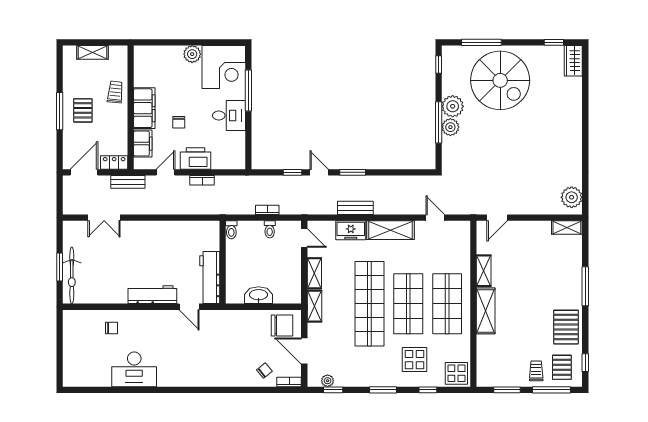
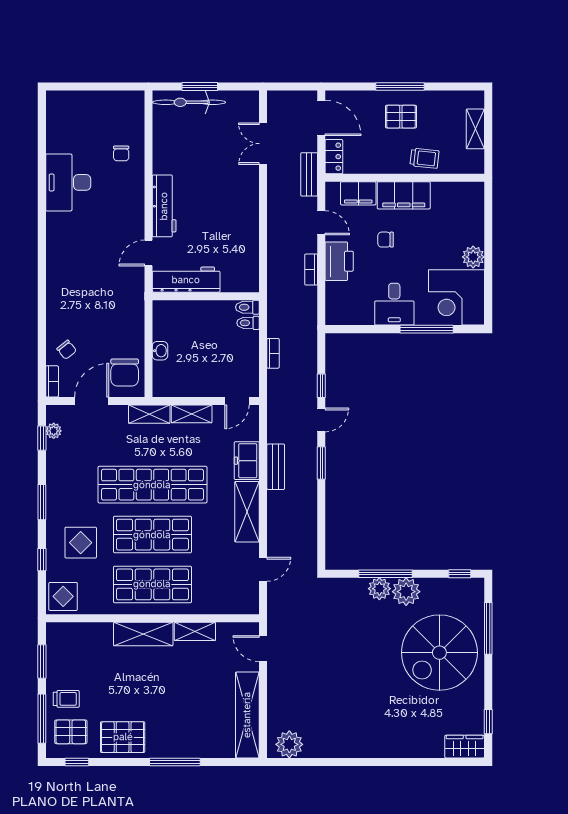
shelving: (567, 228) -> (247, 715), width x2.20, depth x1.33
toilet: (270, 229) -> (248, 323), moved
washbasin: (259, 295) -> (160, 351), width x0.52, depth x0.69

